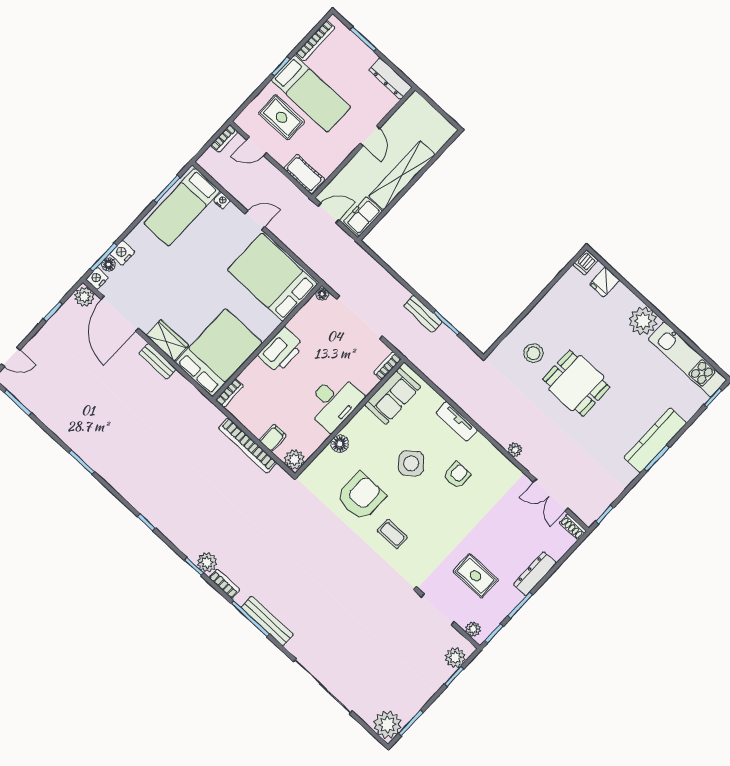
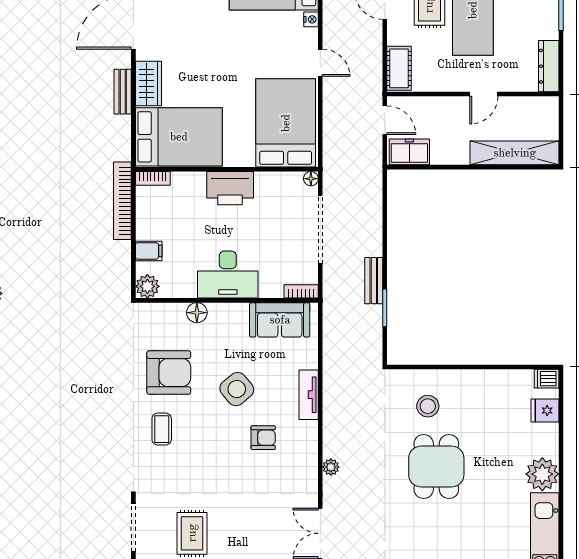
shelving: (402, 175) -> (515, 153), moved
bookcase: (248, 445) -> (122, 201), moved

